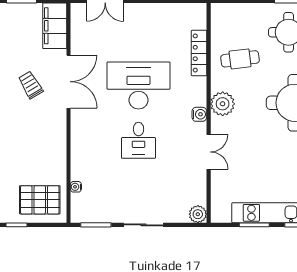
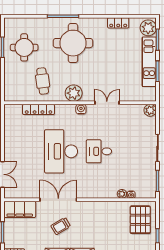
desk: (139, 140) -> (99, 151), turned 180
plant: (77, 174) -> (122, 194), added

